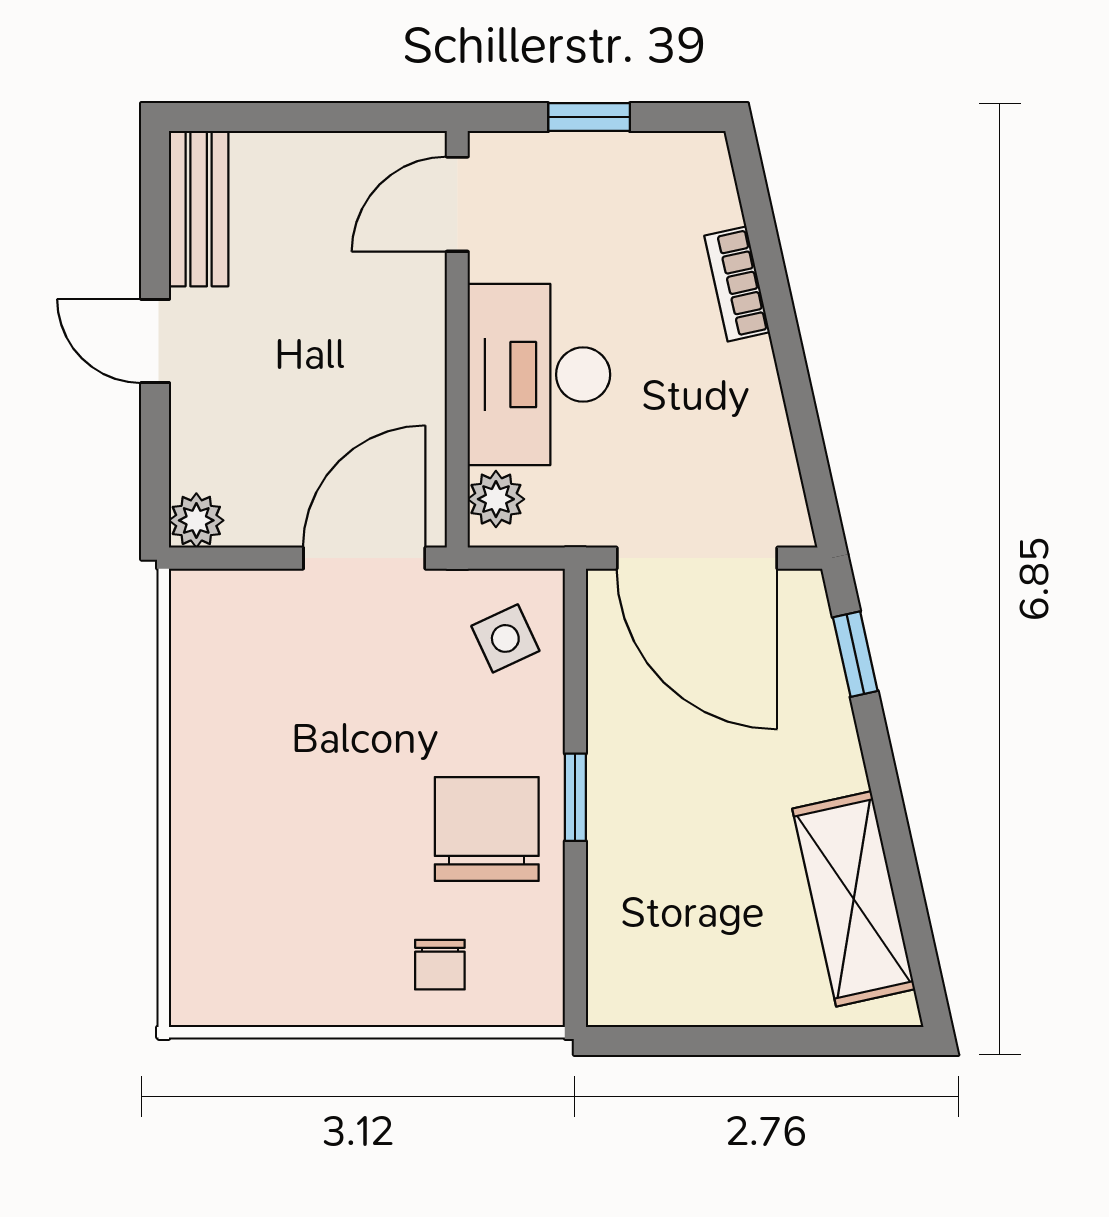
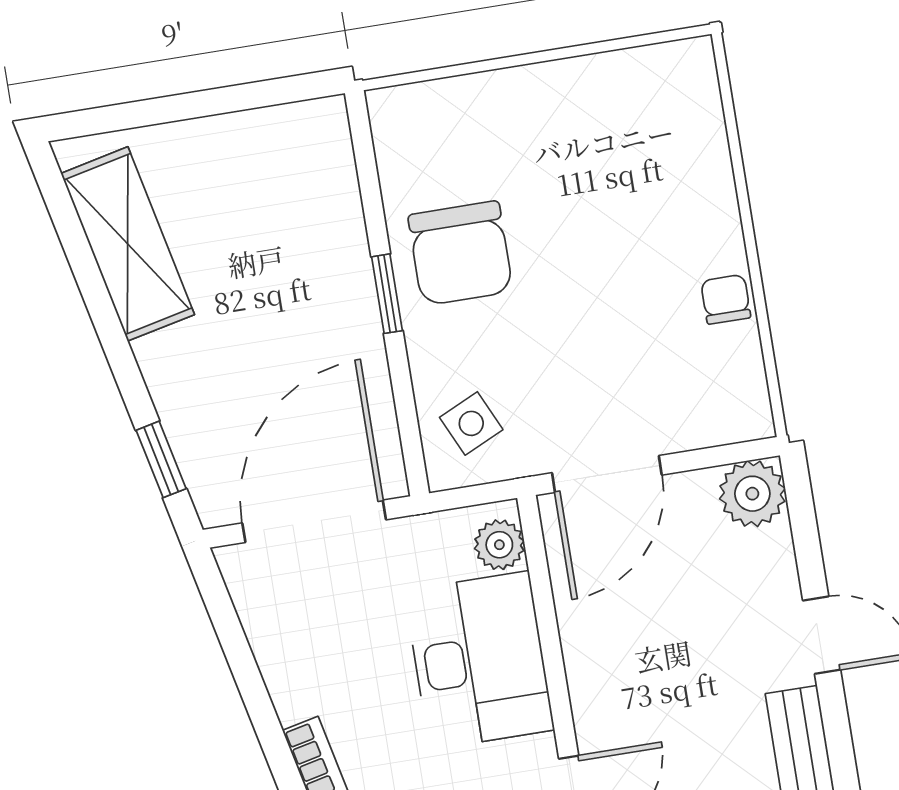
plant: (196, 520) -> (752, 494), width x1.38, depth x1.38
door: (697, 558) -> (314, 521), hinge flipped
chair: (440, 965) -> (726, 299), moved

